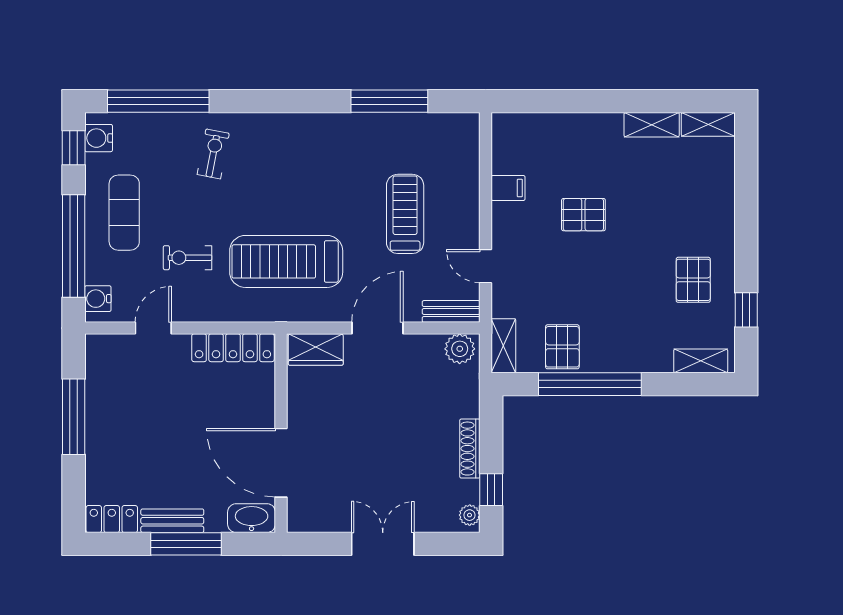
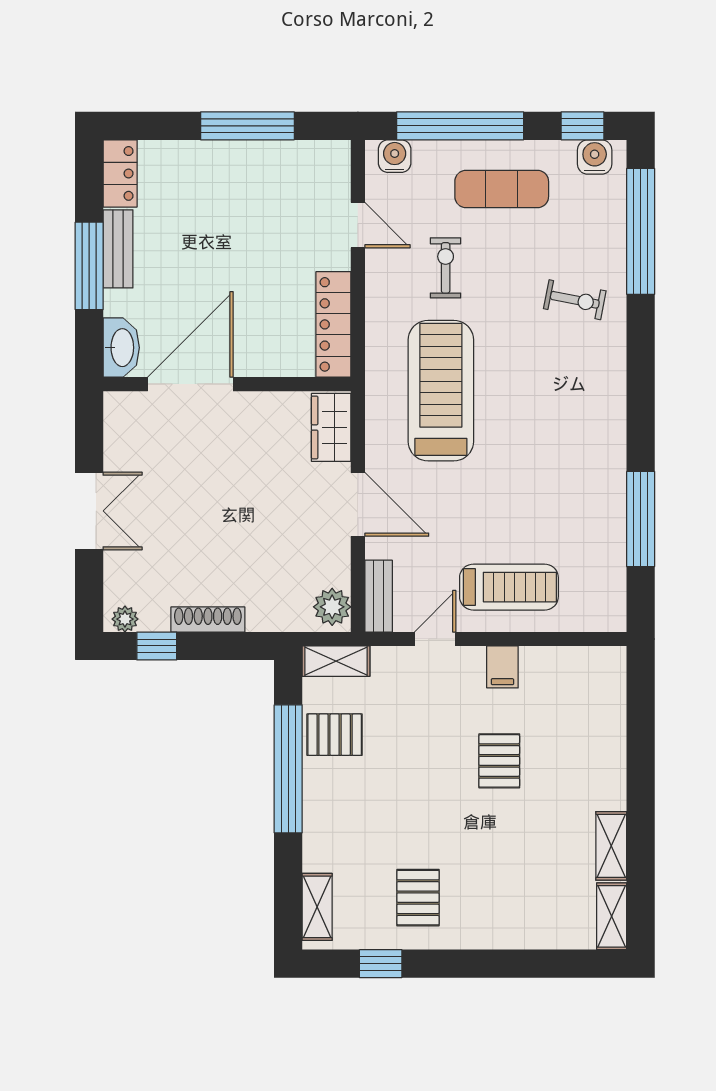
filing cabinet: (508, 188) -> (502, 667), moved
treadmill: (405, 214) -> (509, 587), moved
pallet: (693, 280) -> (418, 898), turned 90

